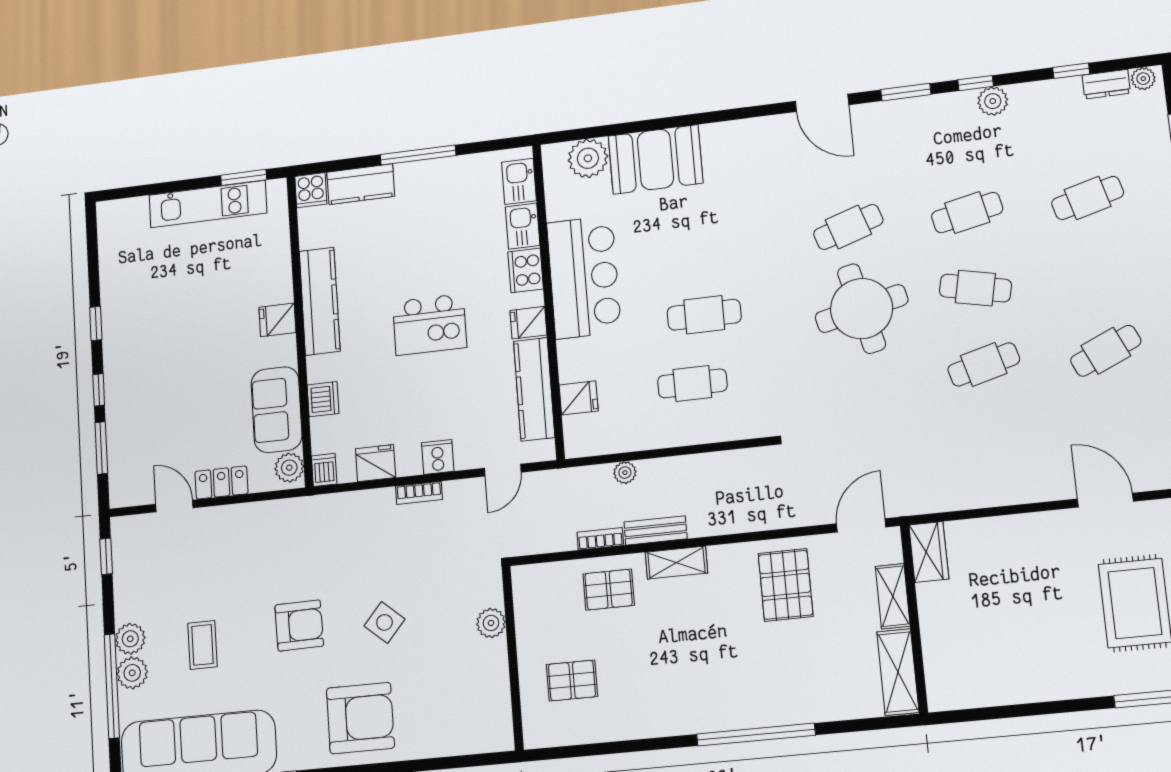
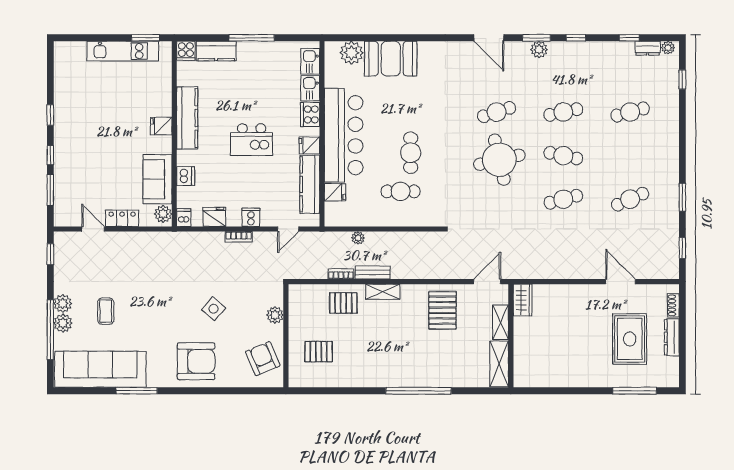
plant: (993, 101) -> (539, 50), moved
bar counter: (584, 277) -> (344, 135), width x1.36
cafe table: (704, 315) -> (411, 153), turned 90
armchair: (299, 626) -> (263, 359), moved, turned -112

